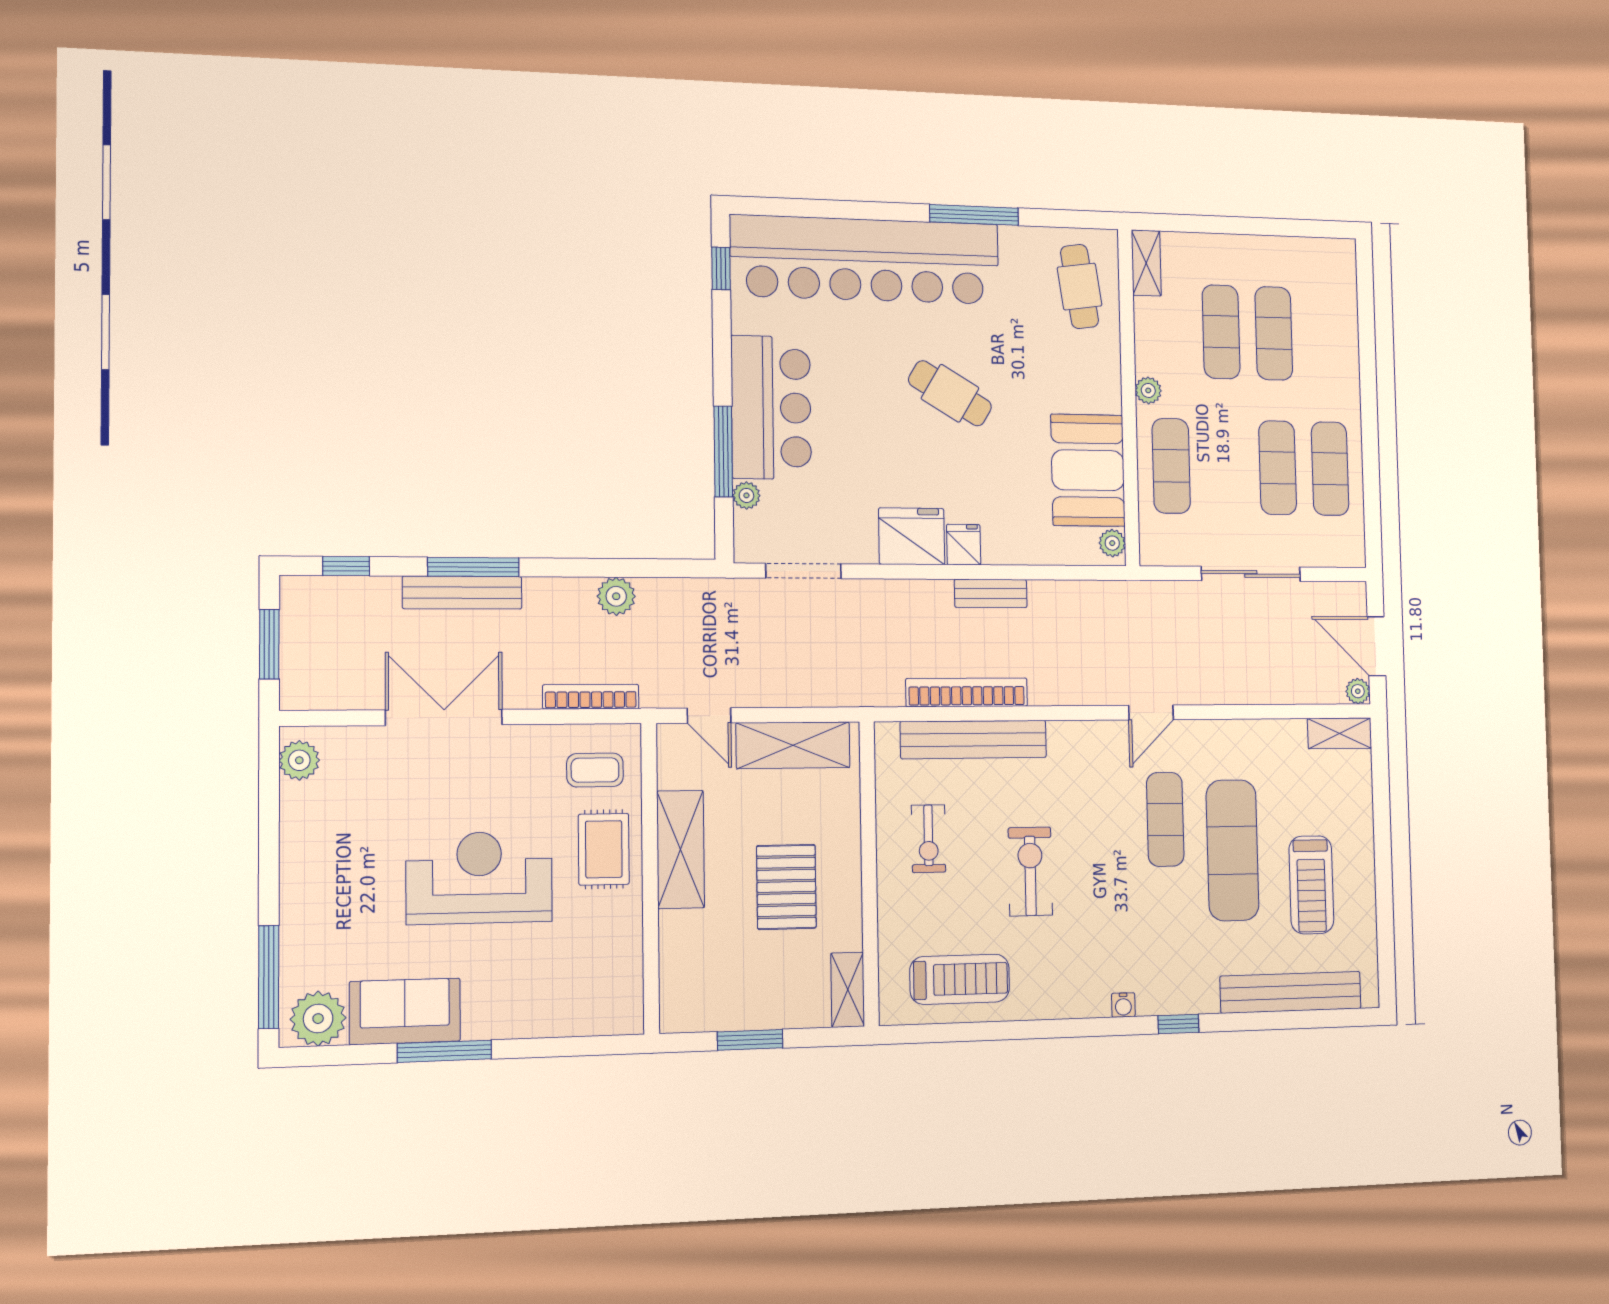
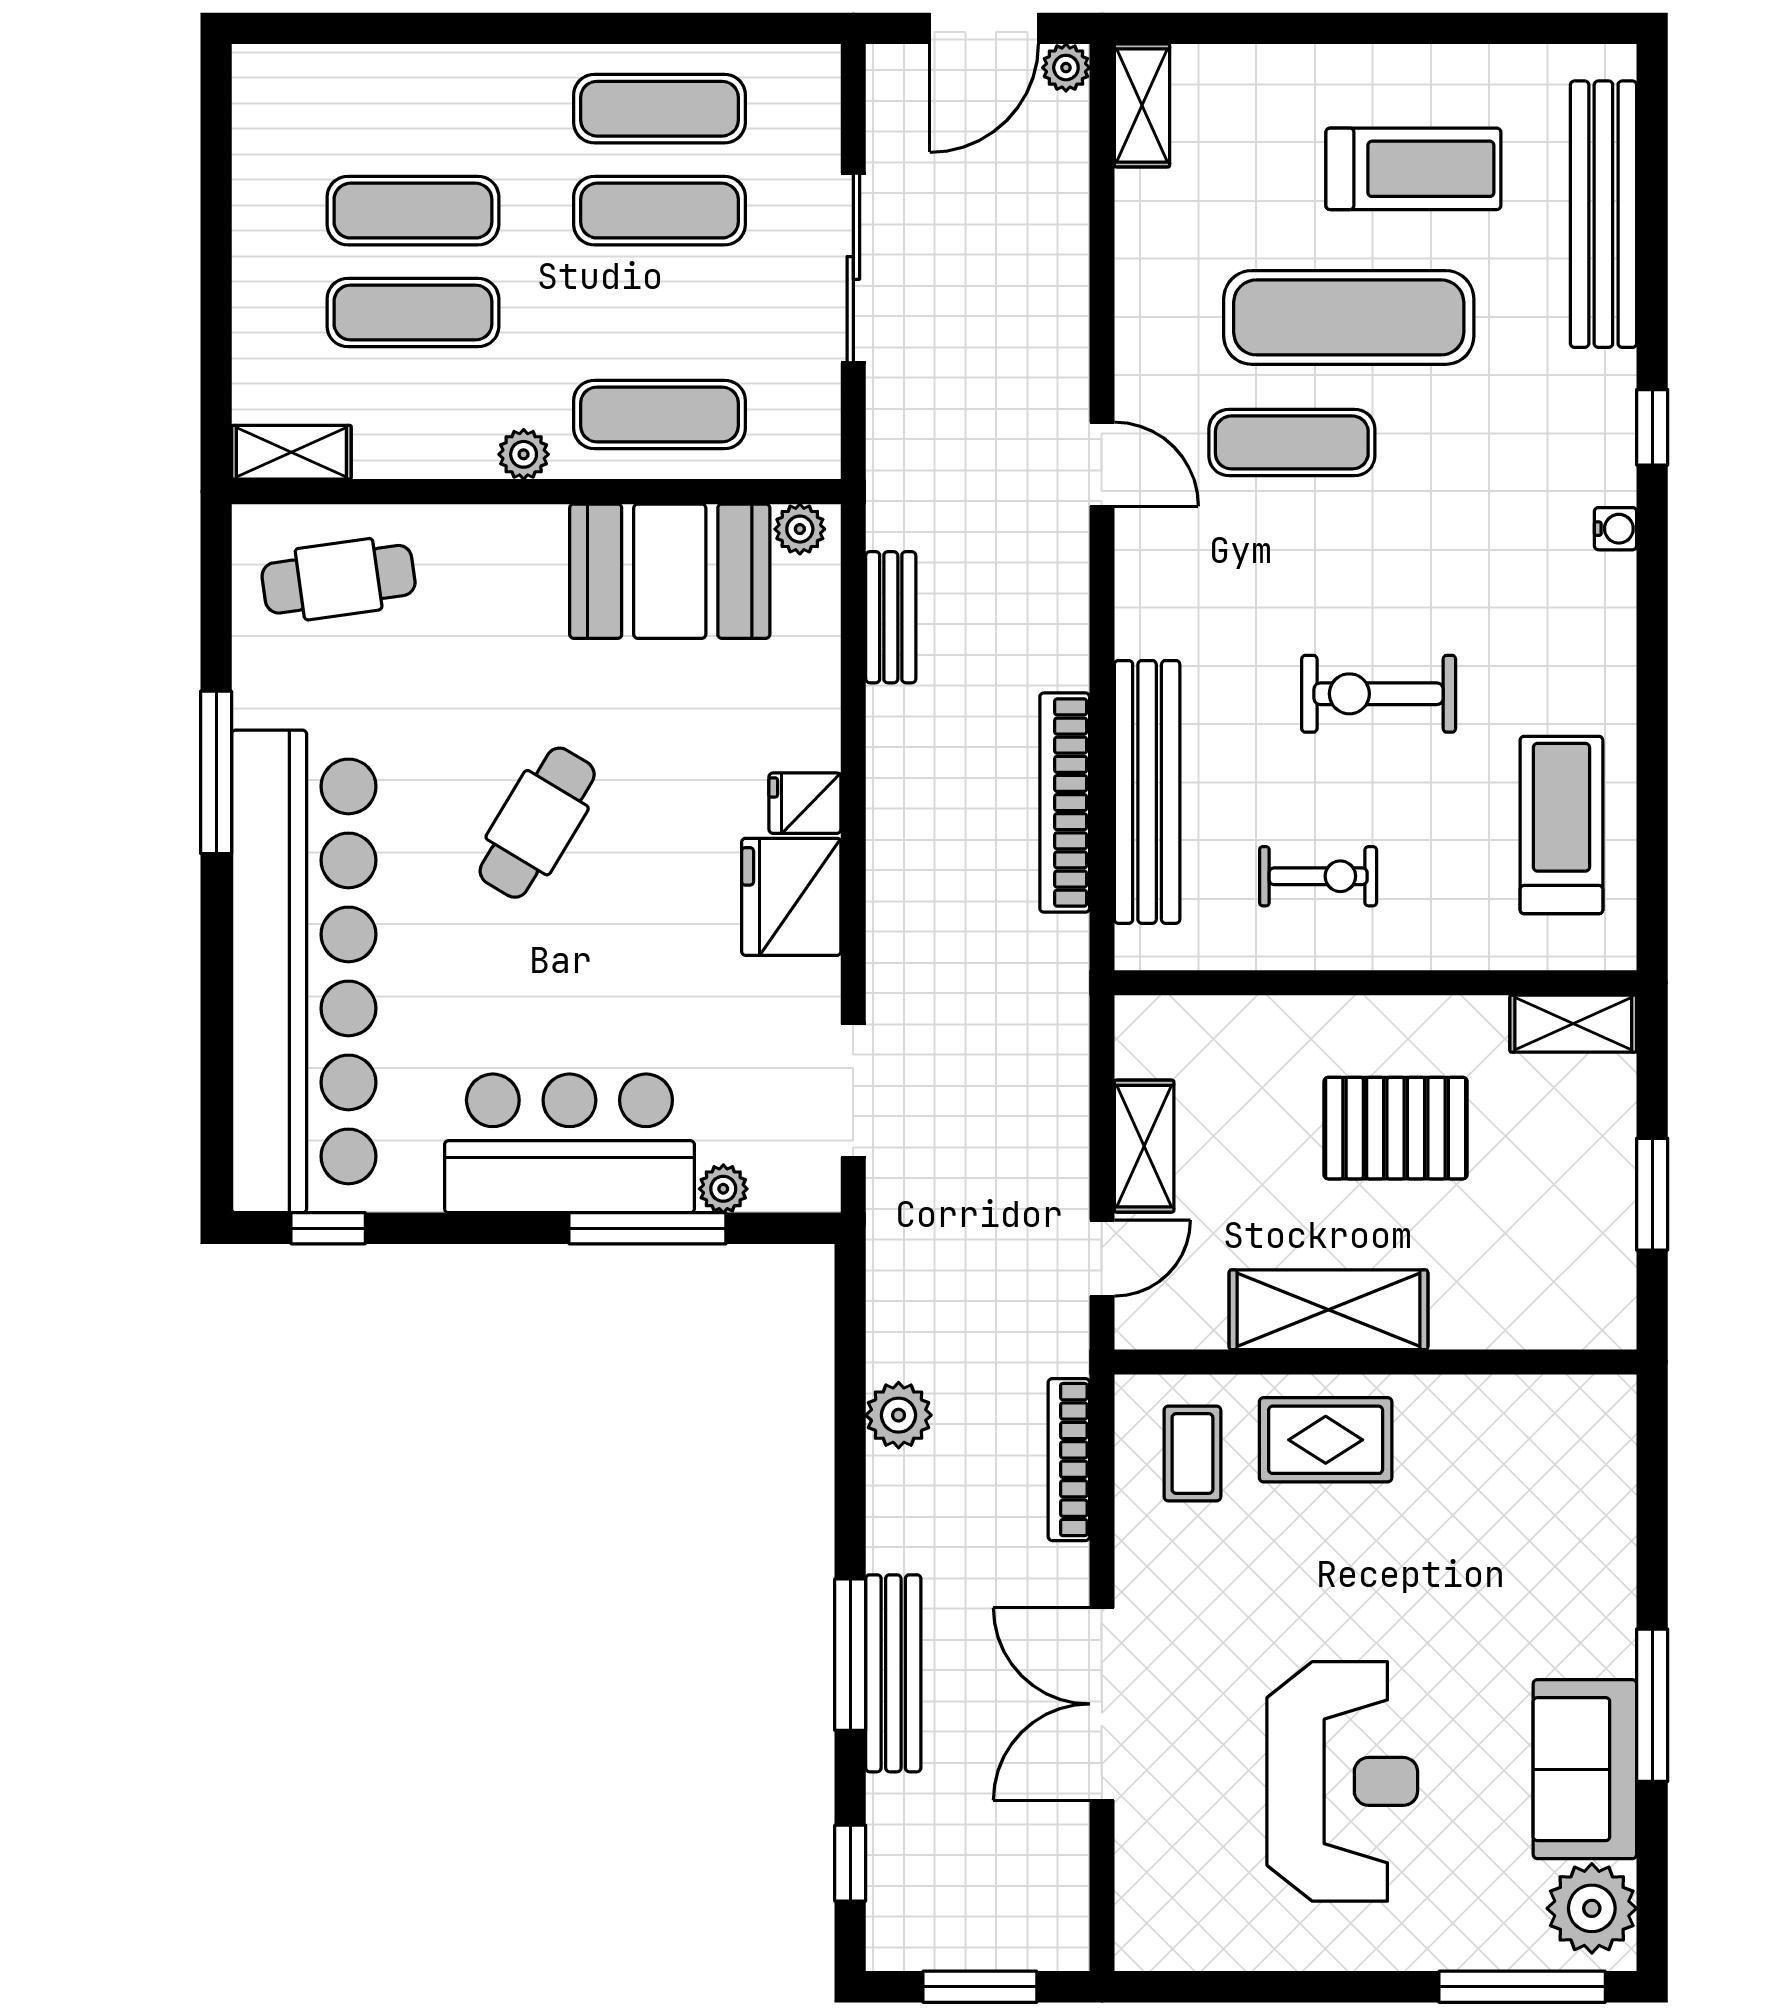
bench: (991, 593) -> (891, 617), moved
shelving: (793, 745) -> (1144, 1146), width x0.67, depth x0.75
plant: (299, 760) -> (1171, 1938), removed
reception desk: (479, 878) -> (1342, 1781), moved, turned 180

